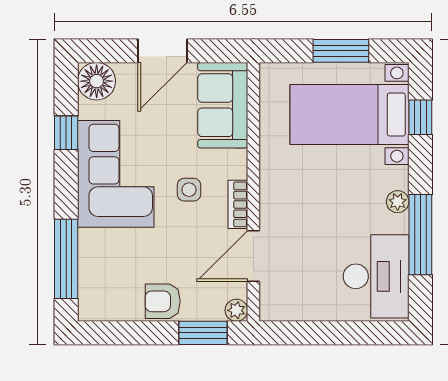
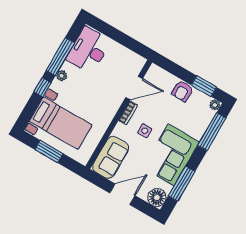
window: (420, 117) -> (42, 87), moved
window: (66, 133) -> (182, 184), width x2.17
armchair: (163, 301) -> (182, 91), turned 90
plant: (236, 310) -> (215, 105), moved
window: (203, 333) -> (204, 86), moved

